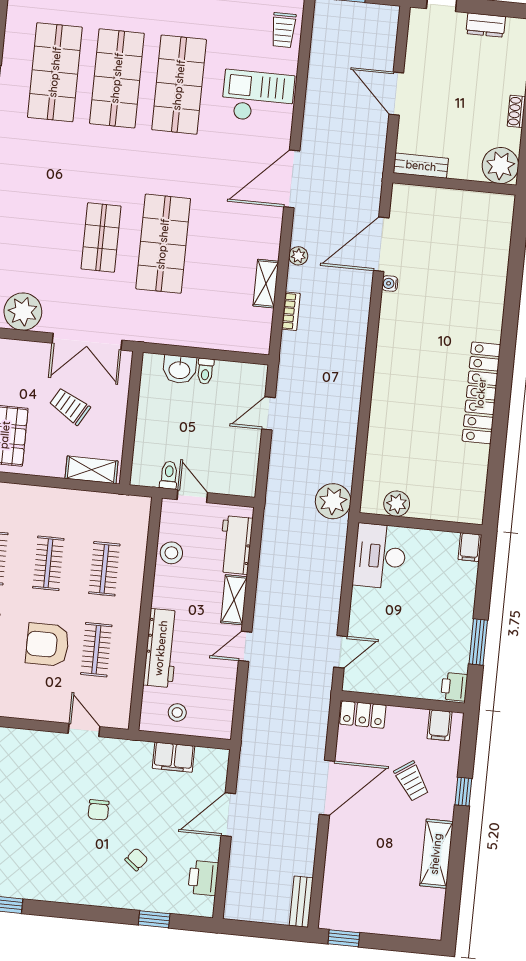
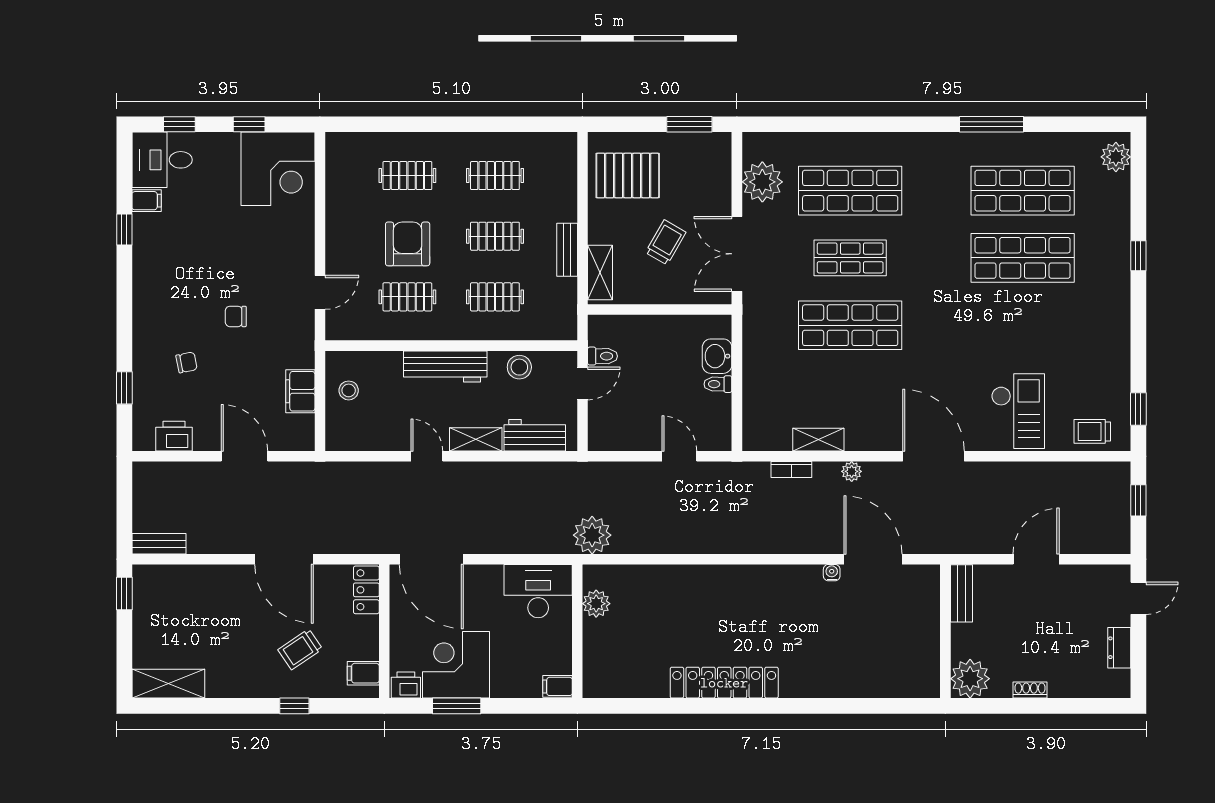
shop shelf: (179, 85) -> (850, 191), moved
bench: (67, 498) -> (567, 250), added
corner desk: (440, 639) -> (456, 665), added
workbench: (161, 648) -> (445, 366), moved
door: (341, 652) -> (431, 559), width x1.87
shelving: (436, 854) -> (168, 684), moved
chair: (136, 860) -> (187, 362), turned -50

